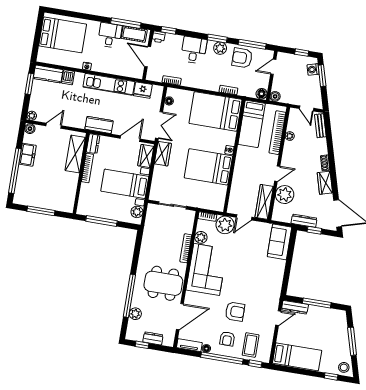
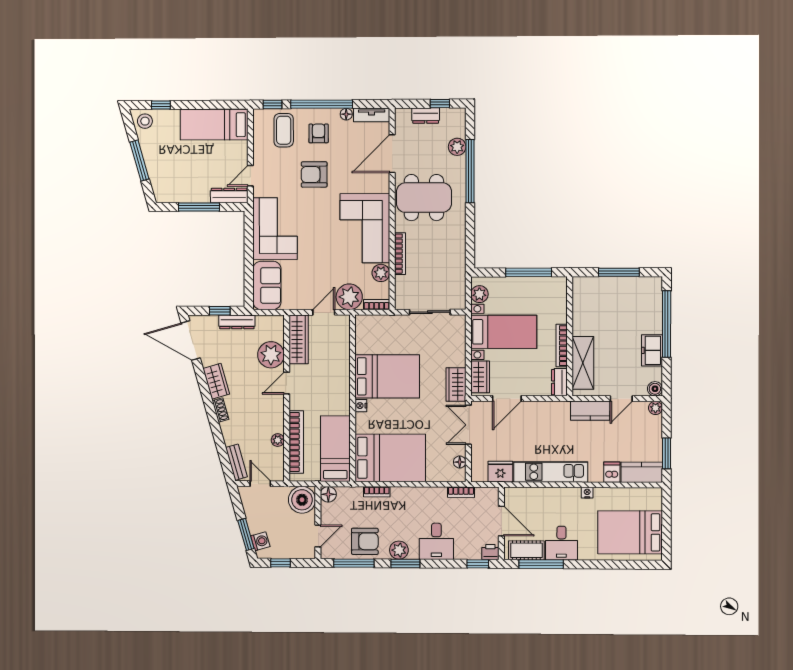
boiler: (275, 96) -> (302, 500), width x1.86, depth x1.86
kitchen counter: (99, 125) -> (590, 411), moved
corner sofa: (268, 279) -> (275, 229), added

